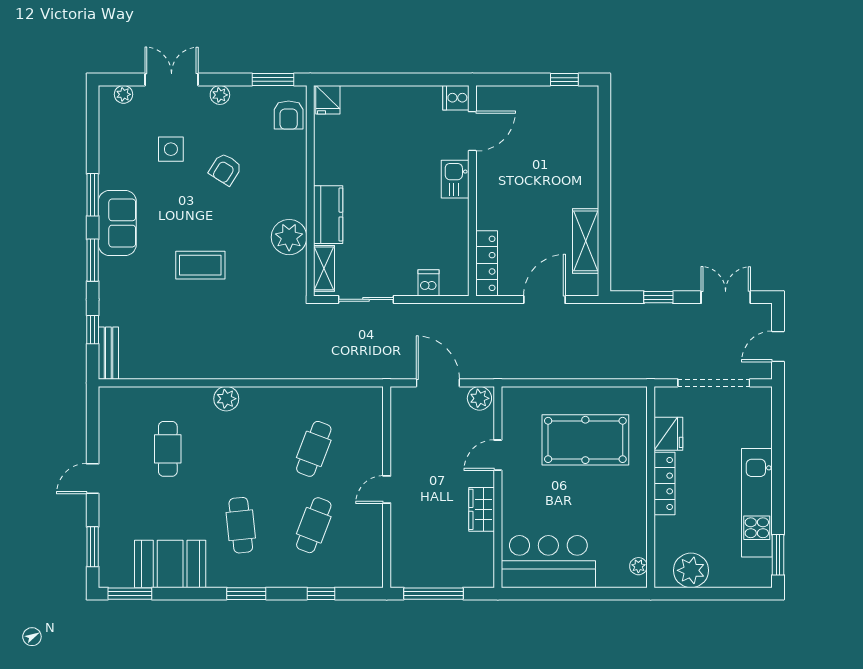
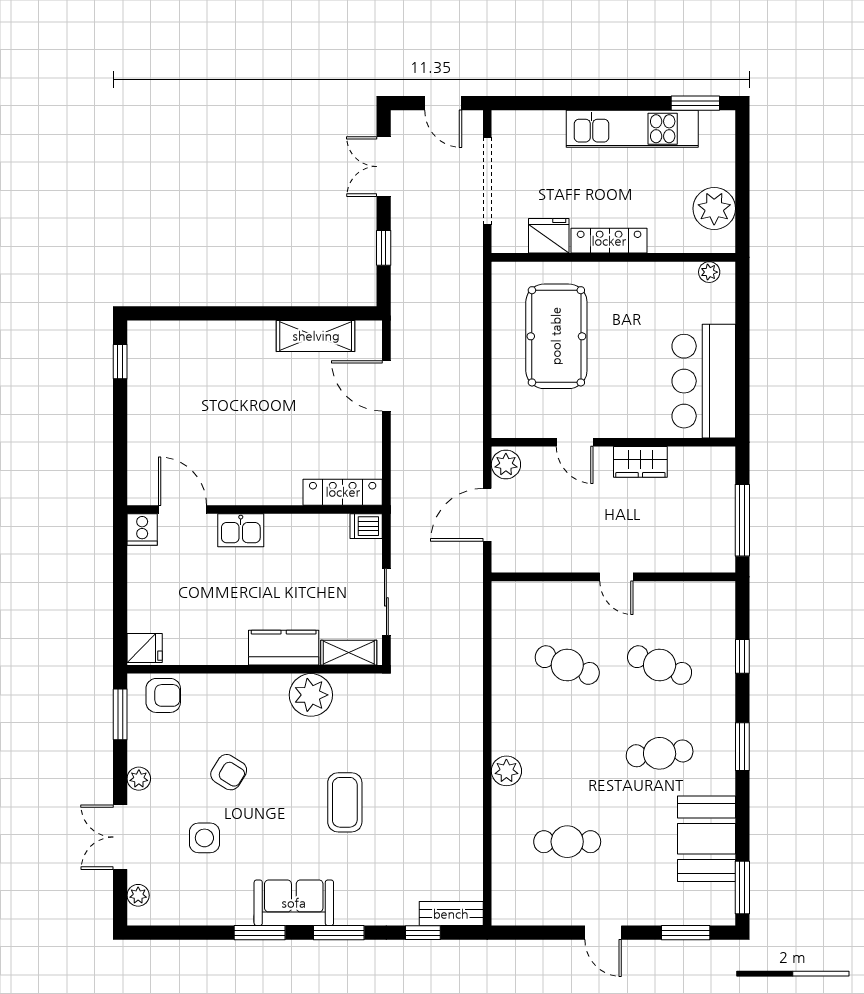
cooker: (456, 98) -> (142, 530), moved
door: (472, 131) -> (183, 510), moved
kitchen sink: (455, 179) -> (241, 530), moved
wall: (472, 191) -> (255, 510), moved
locker: (487, 263) -> (343, 492), moved

